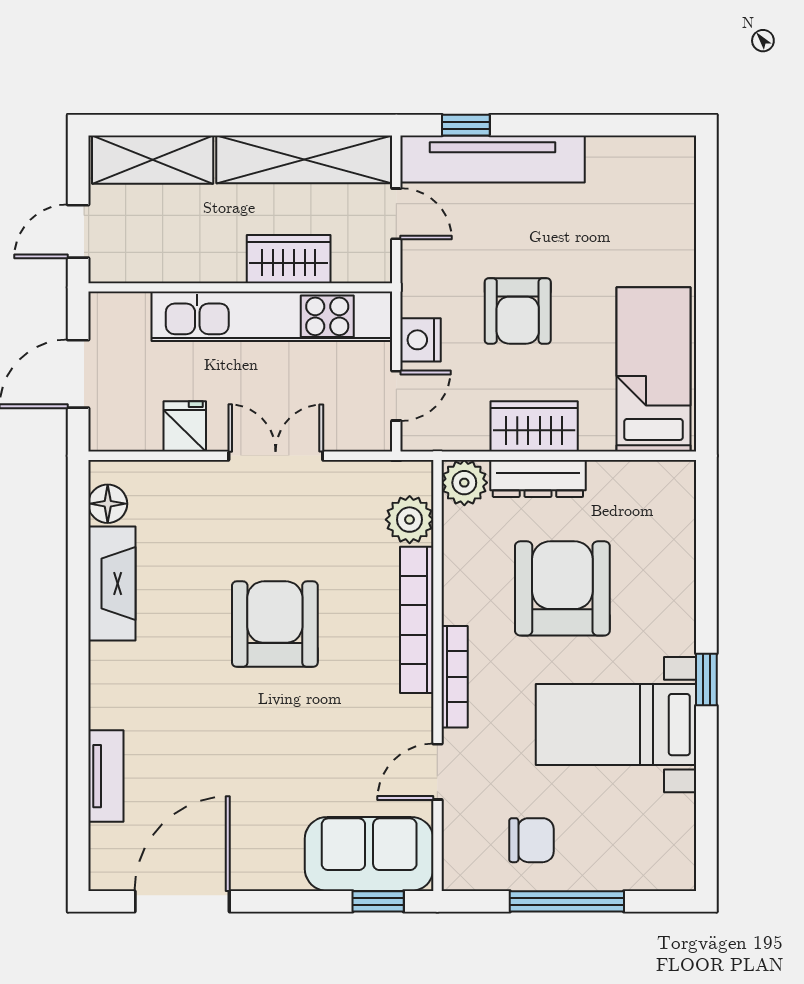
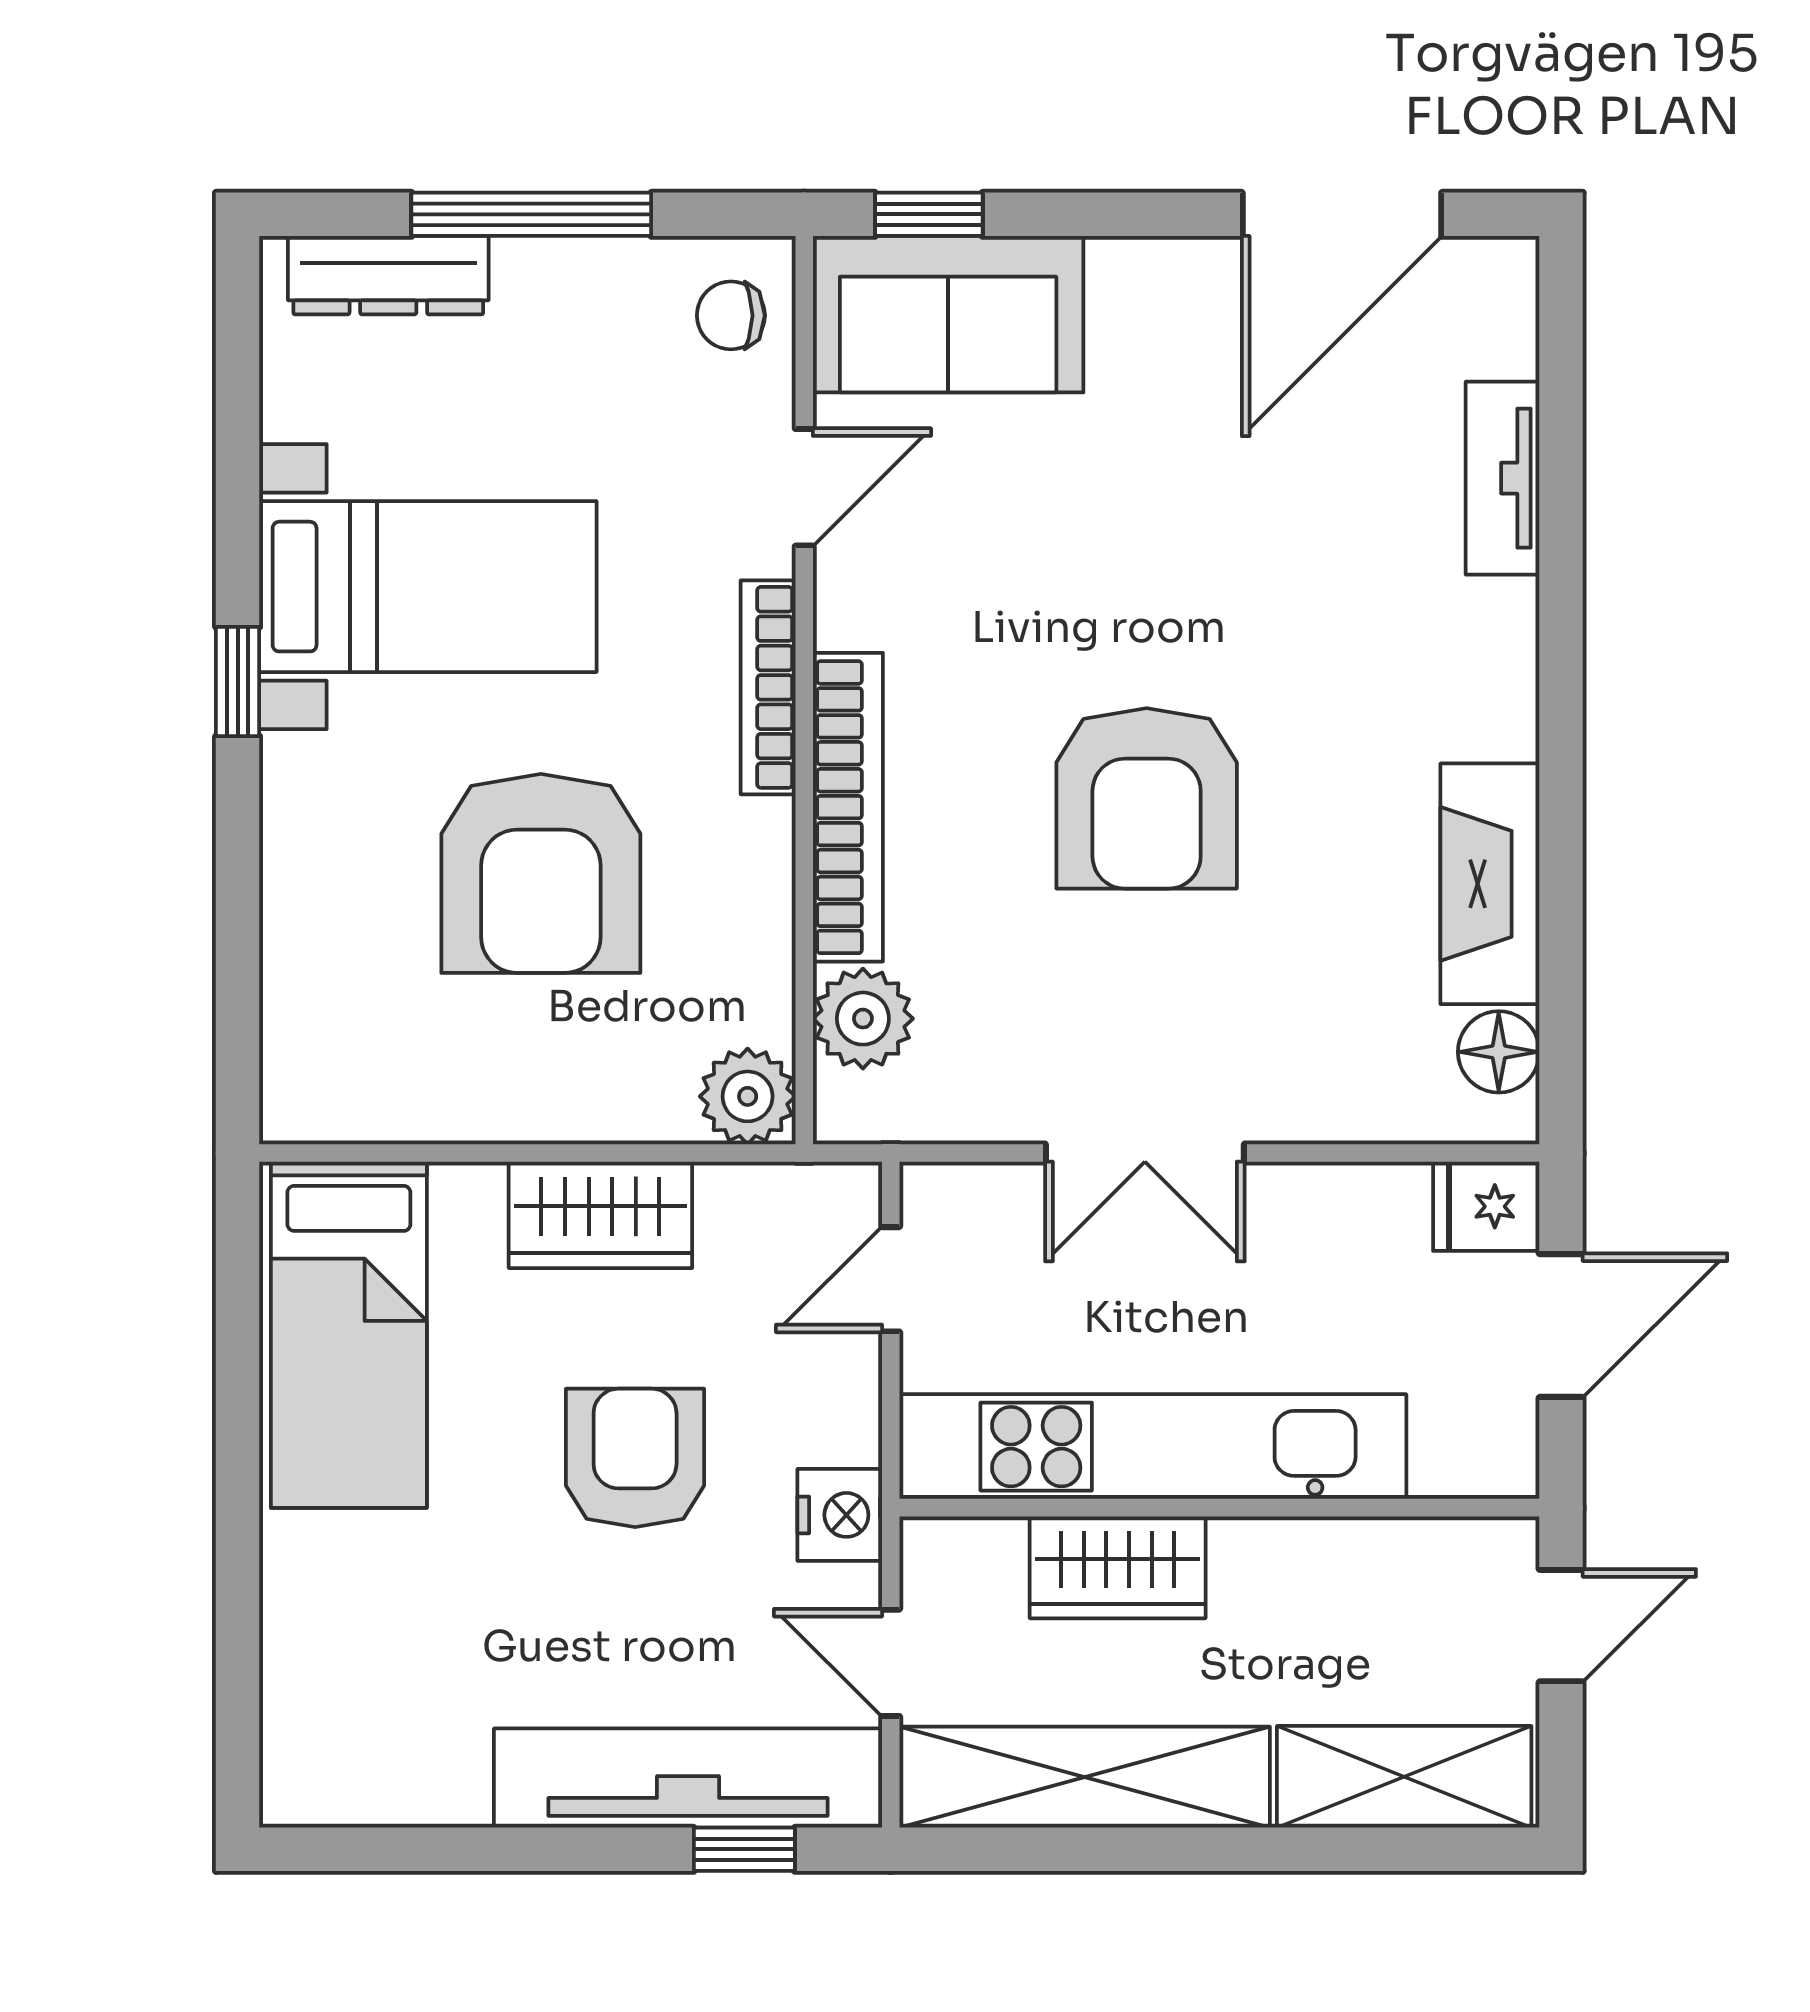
nightstand: (421, 340) -> (840, 1515), moved
fridge: (185, 426) -> (1486, 1206), moved, turned 90
dresser: (538, 478) -> (388, 275), moved, turned 180
chair: (532, 840) -> (731, 315), moved, width x0.73, depth x0.73

